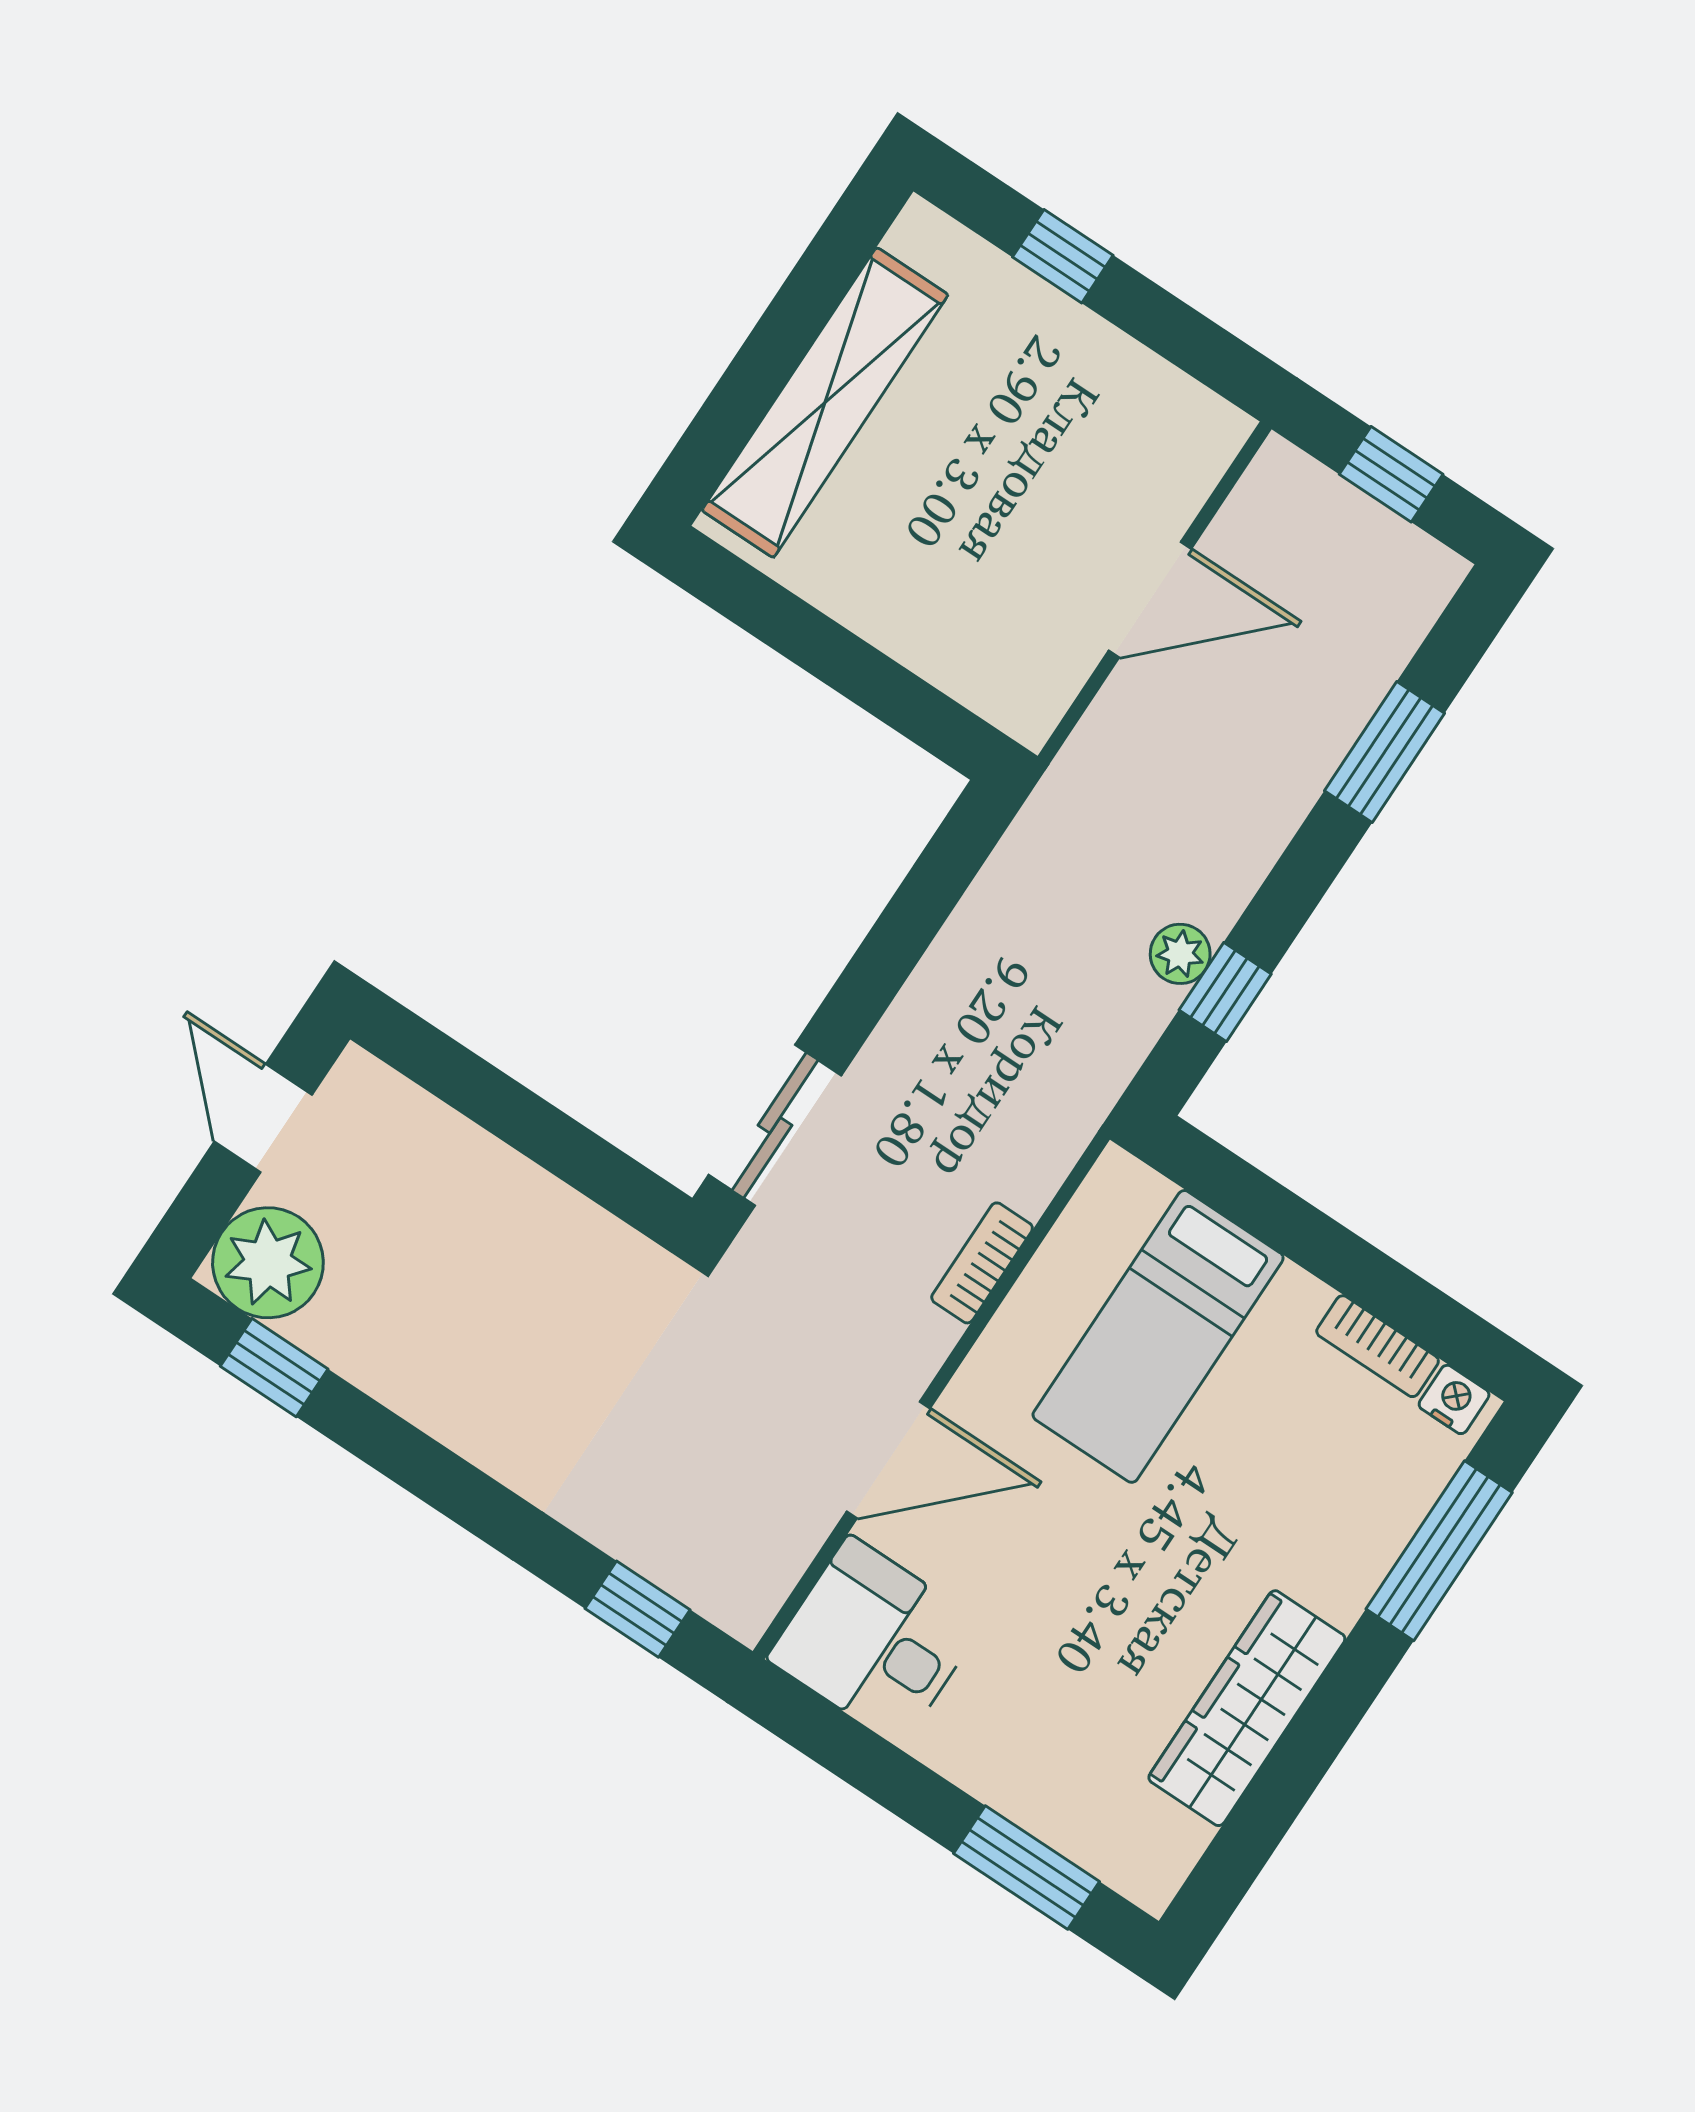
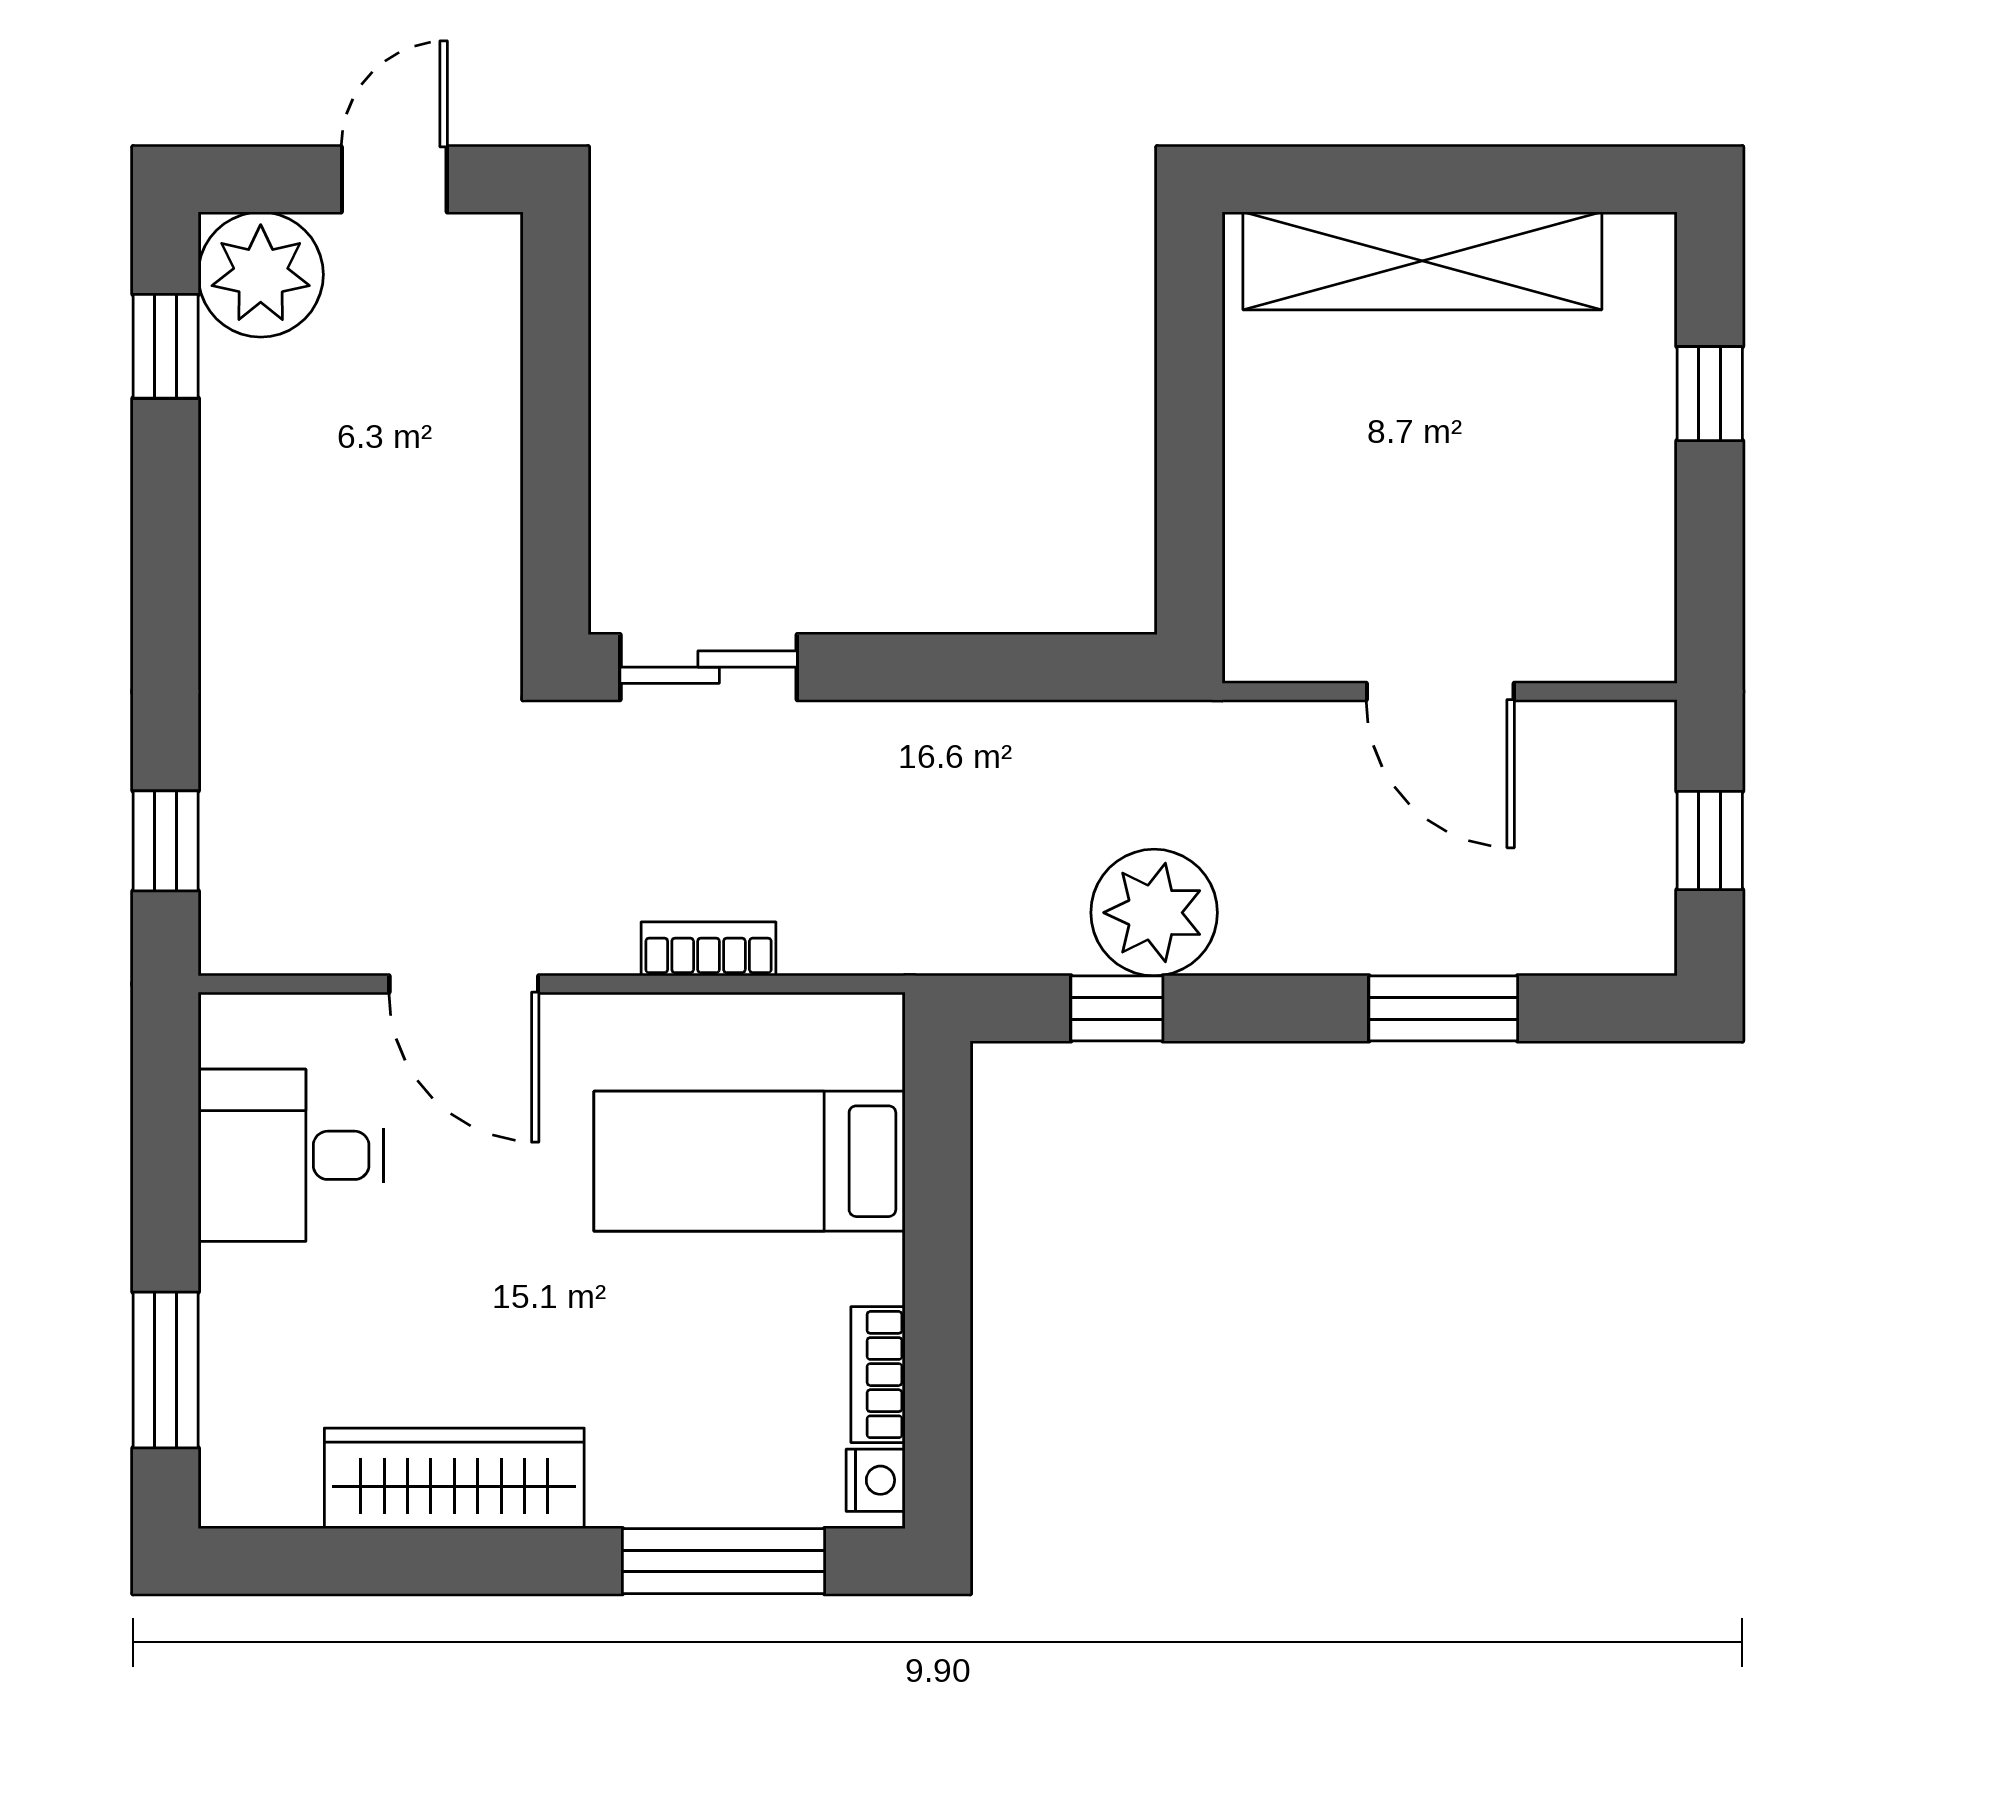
plant: (1180, 954) -> (1154, 913), width x1.87, depth x1.87
desk: (875, 1641) -> (291, 1155), moved, turned -90

